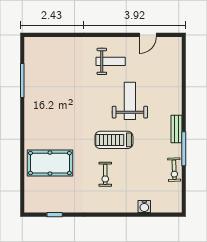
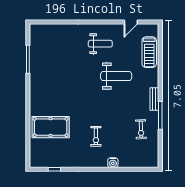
weight bench: (130, 101) -> (116, 76), turned 90
treadmill: (114, 140) -> (149, 52), moved, turned -90
exercise bike: (174, 170) -> (141, 129), moved
water cooler: (144, 207) -> (113, 163), moved

